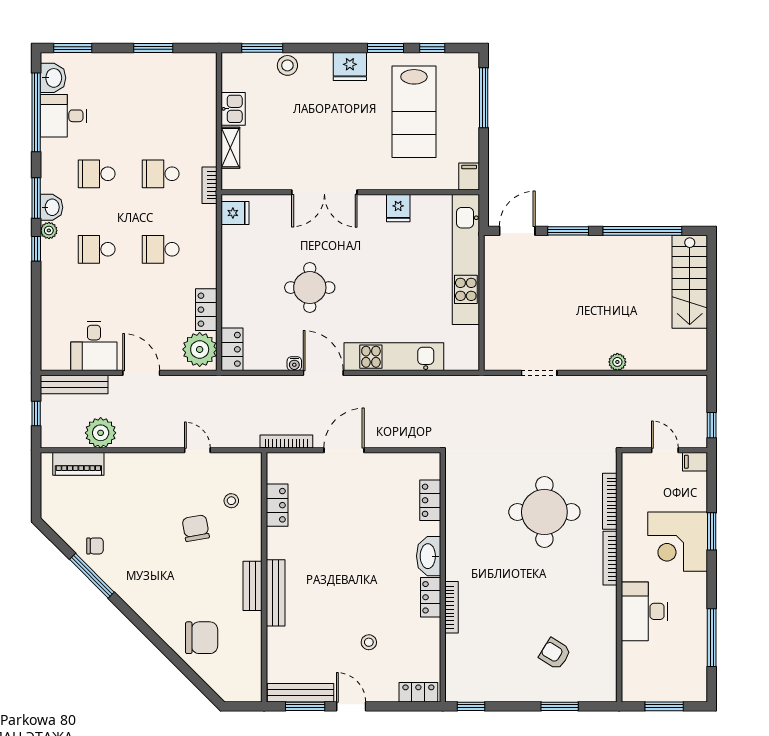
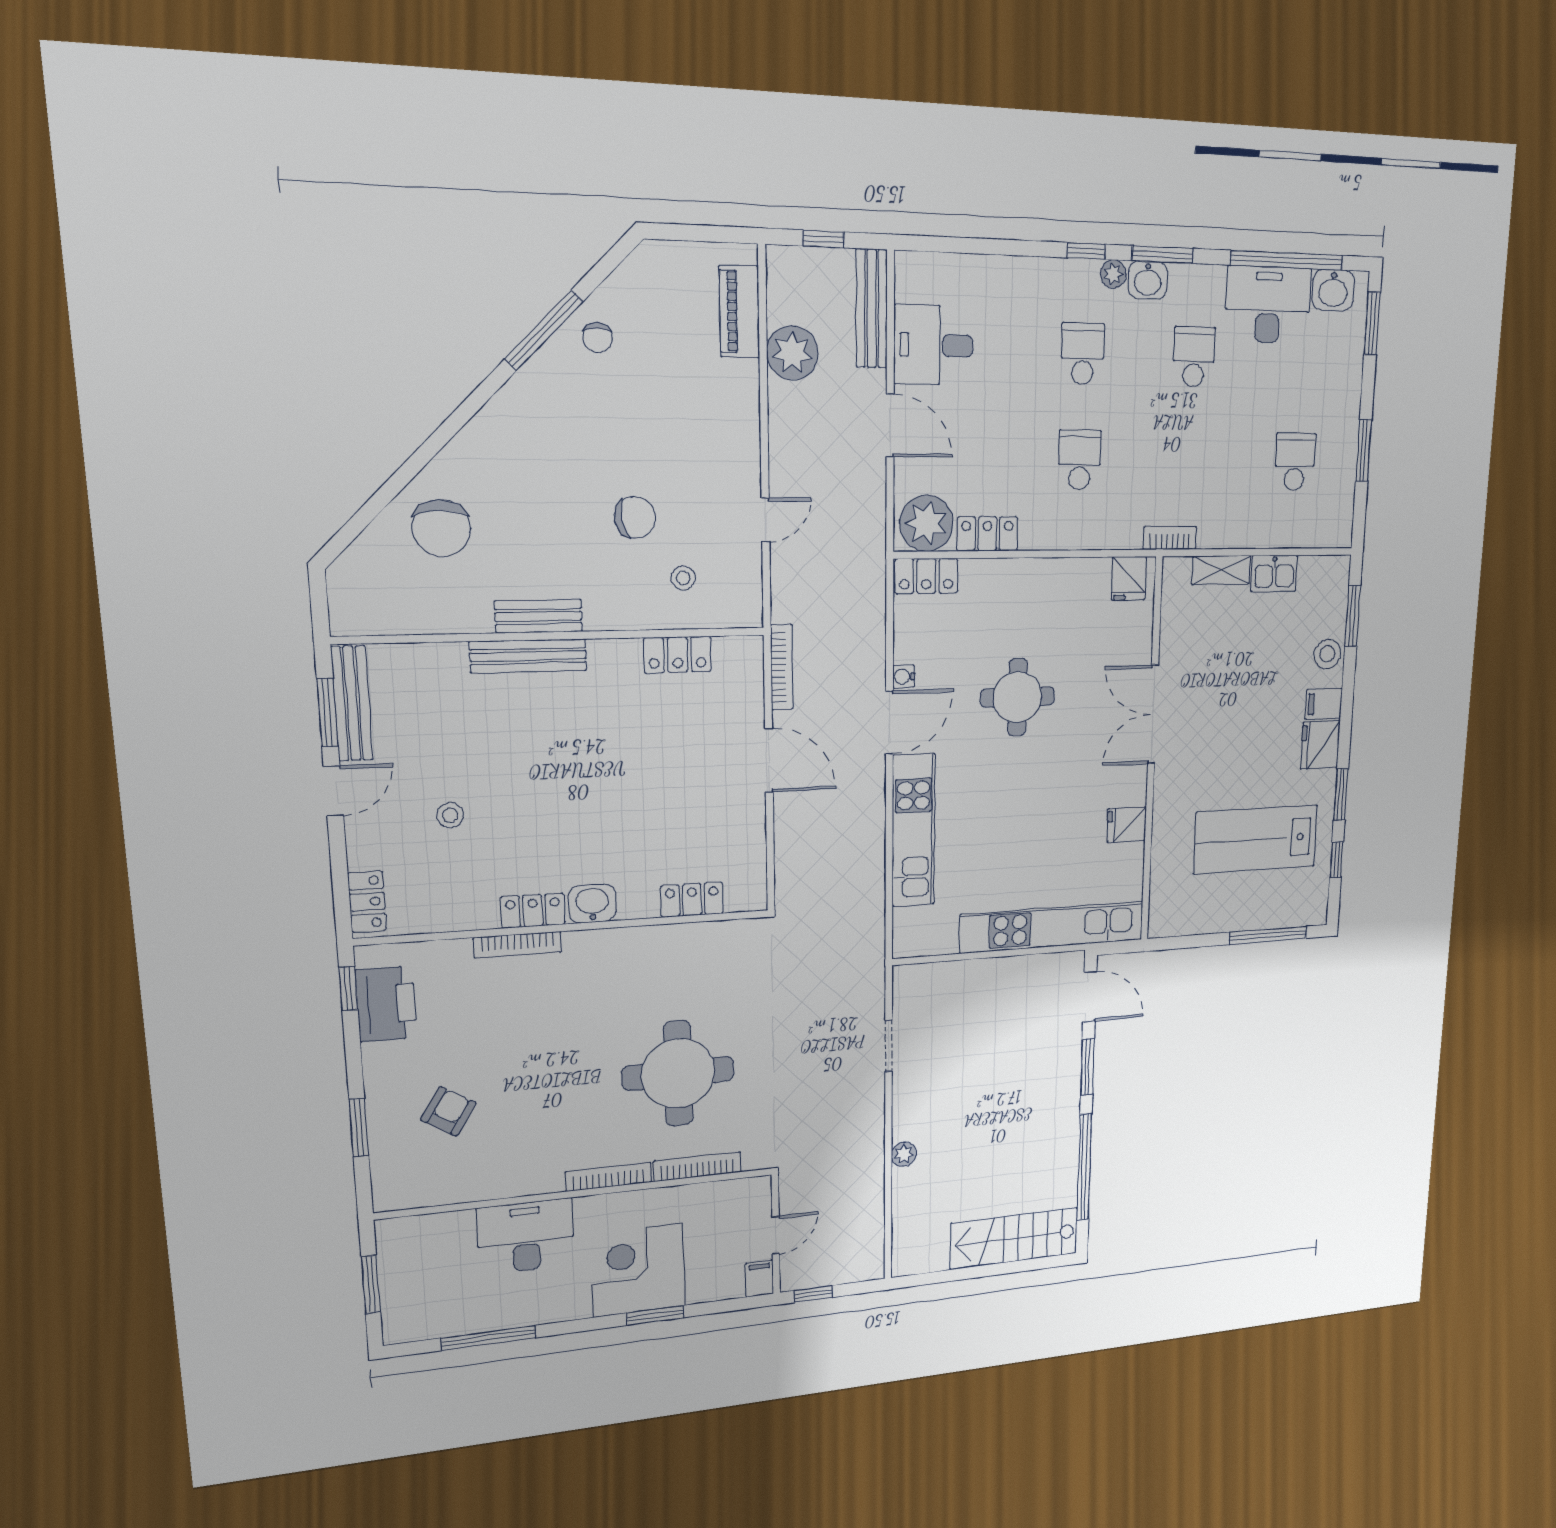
desk: (63, 116) -> (1268, 305), width x1.37
school desk: (161, 174) -> (1295, 462), moved
filing cabinet: (469, 176) -> (1324, 704), moved, turned 180
door: (141, 373) -> (890, 425), hinge flipped
washbasin: (429, 556) -> (592, 904), width x0.72
printer: (483, 686) -> (386, 1004), added

